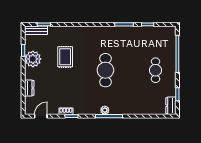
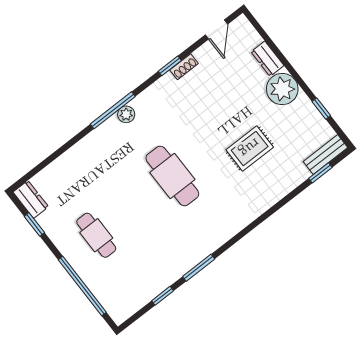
rug: (65, 57) -> (250, 148), turned 90
plant: (33, 59) -> (282, 89), moved

